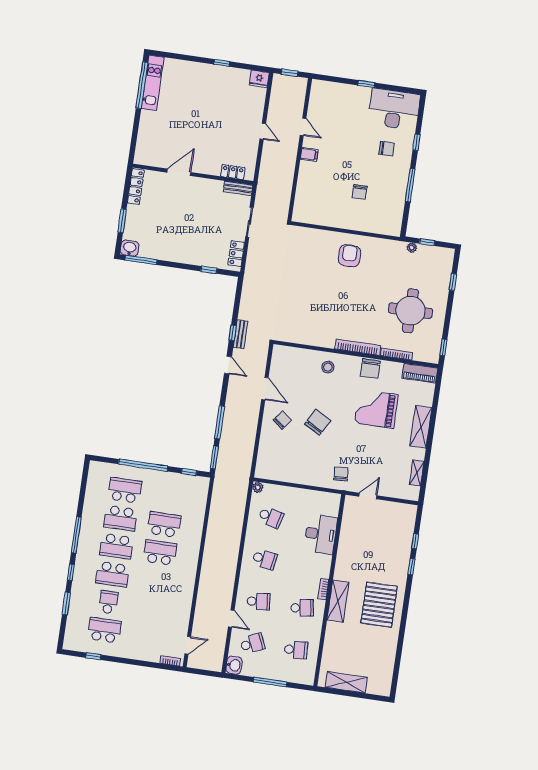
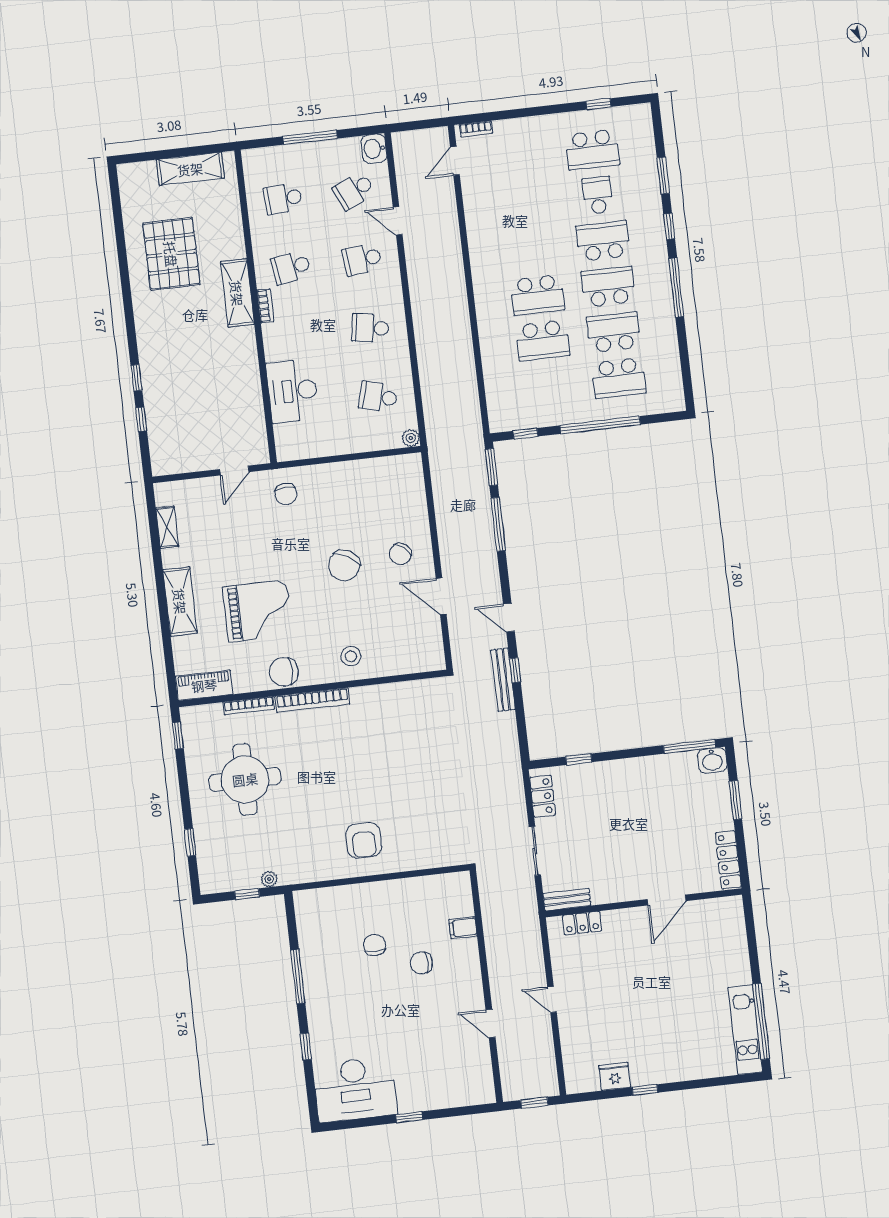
fridge: (259, 79) -> (615, 1076), moved
chair: (387, 149) -> (421, 963), moved
filing cabinet: (309, 154) -> (463, 928), moved
bench: (240, 334) -> (503, 680), width x1.36
chair: (370, 369) -> (284, 672), turned -90
school desk: (108, 602) -> (598, 195), turned 180
pallet: (379, 605) -> (171, 254), moved

